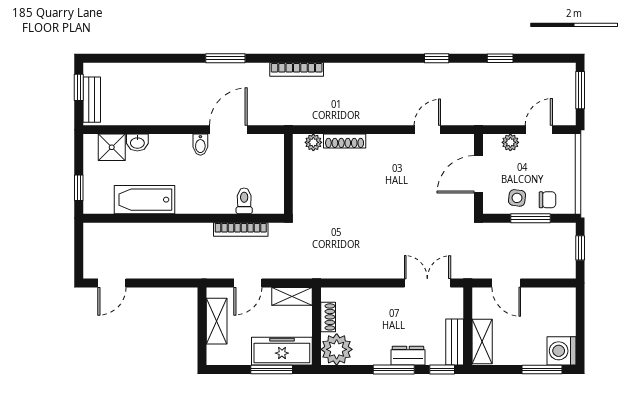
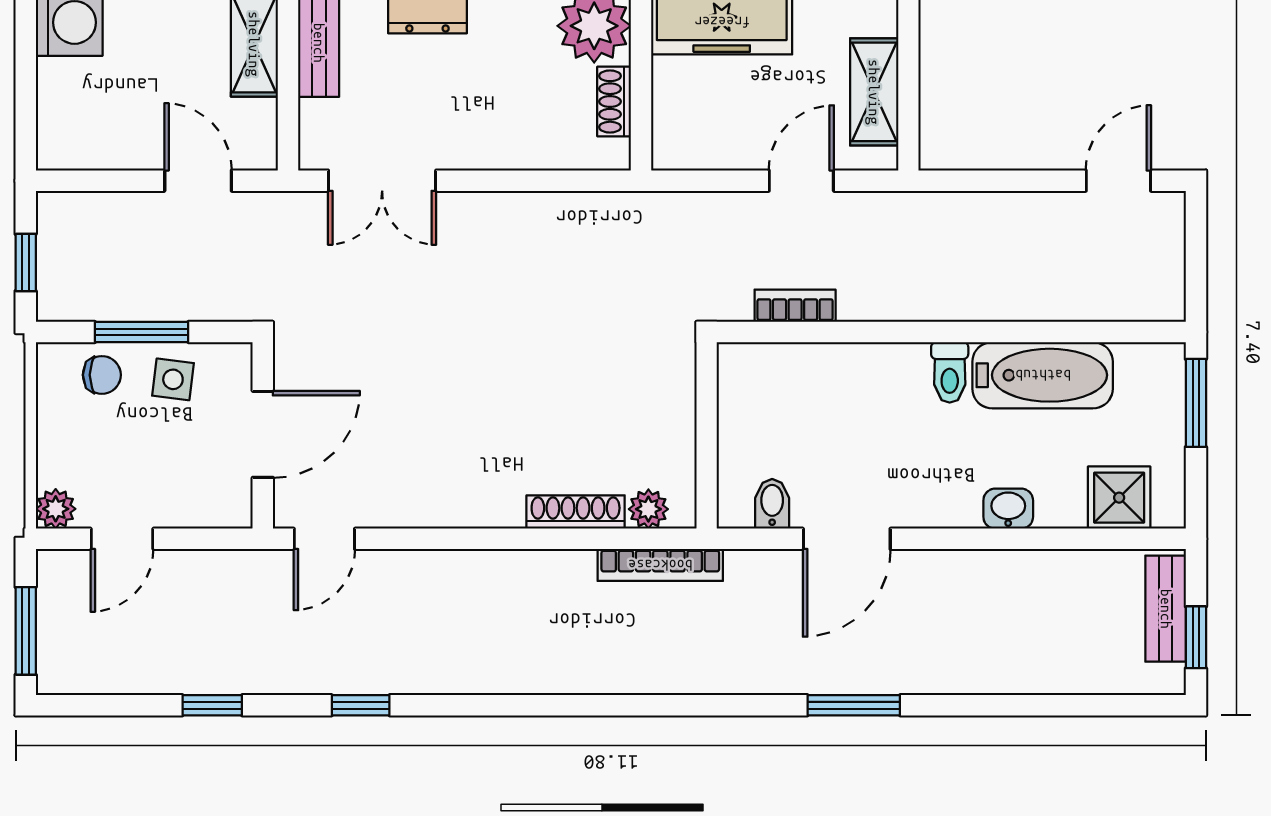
bookcase: (297, 69) -> (660, 565), moved, turned 180
door: (427, 130) -> (324, 539), moved
plant: (510, 142) -> (56, 509), moved
washbasin: (137, 143) -> (1008, 509), moved
bidet: (200, 145) -> (772, 504), moved
window: (79, 188) -> (1196, 403), width x1.50
chair: (547, 200) -> (102, 375), turned 180
toilet: (244, 201) -> (950, 372), moved
bookcase: (241, 229) -> (795, 306), width x0.64
shelving: (292, 296) -> (698, 149), removed

